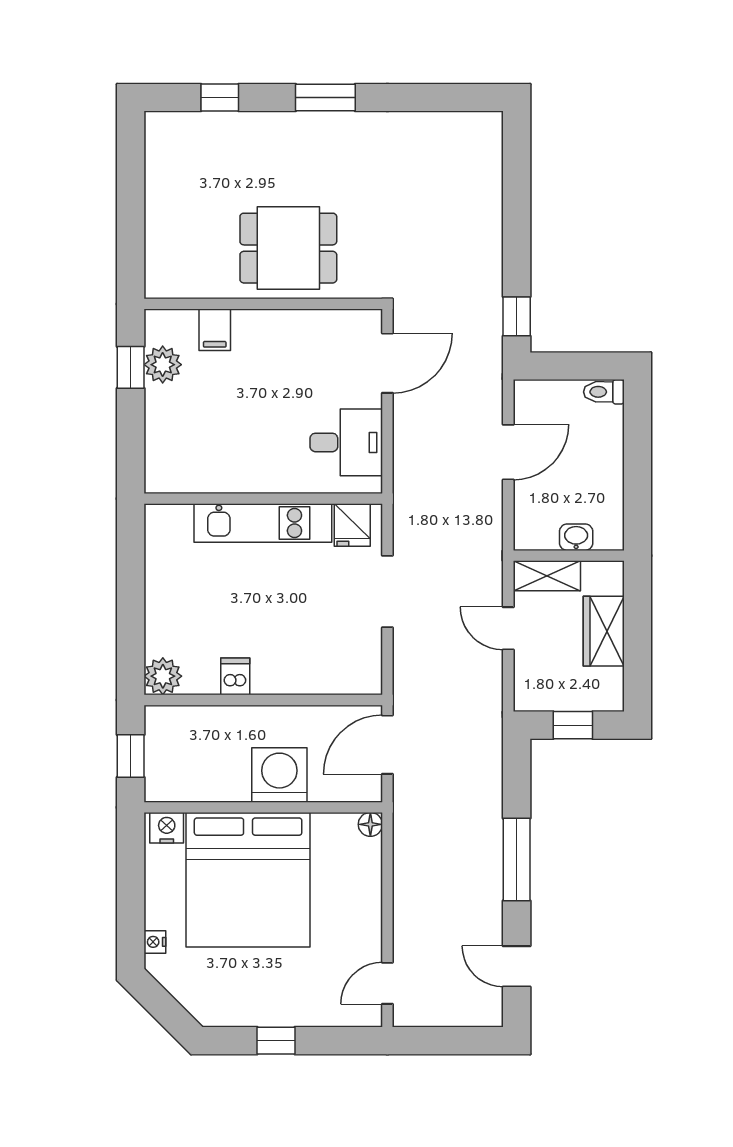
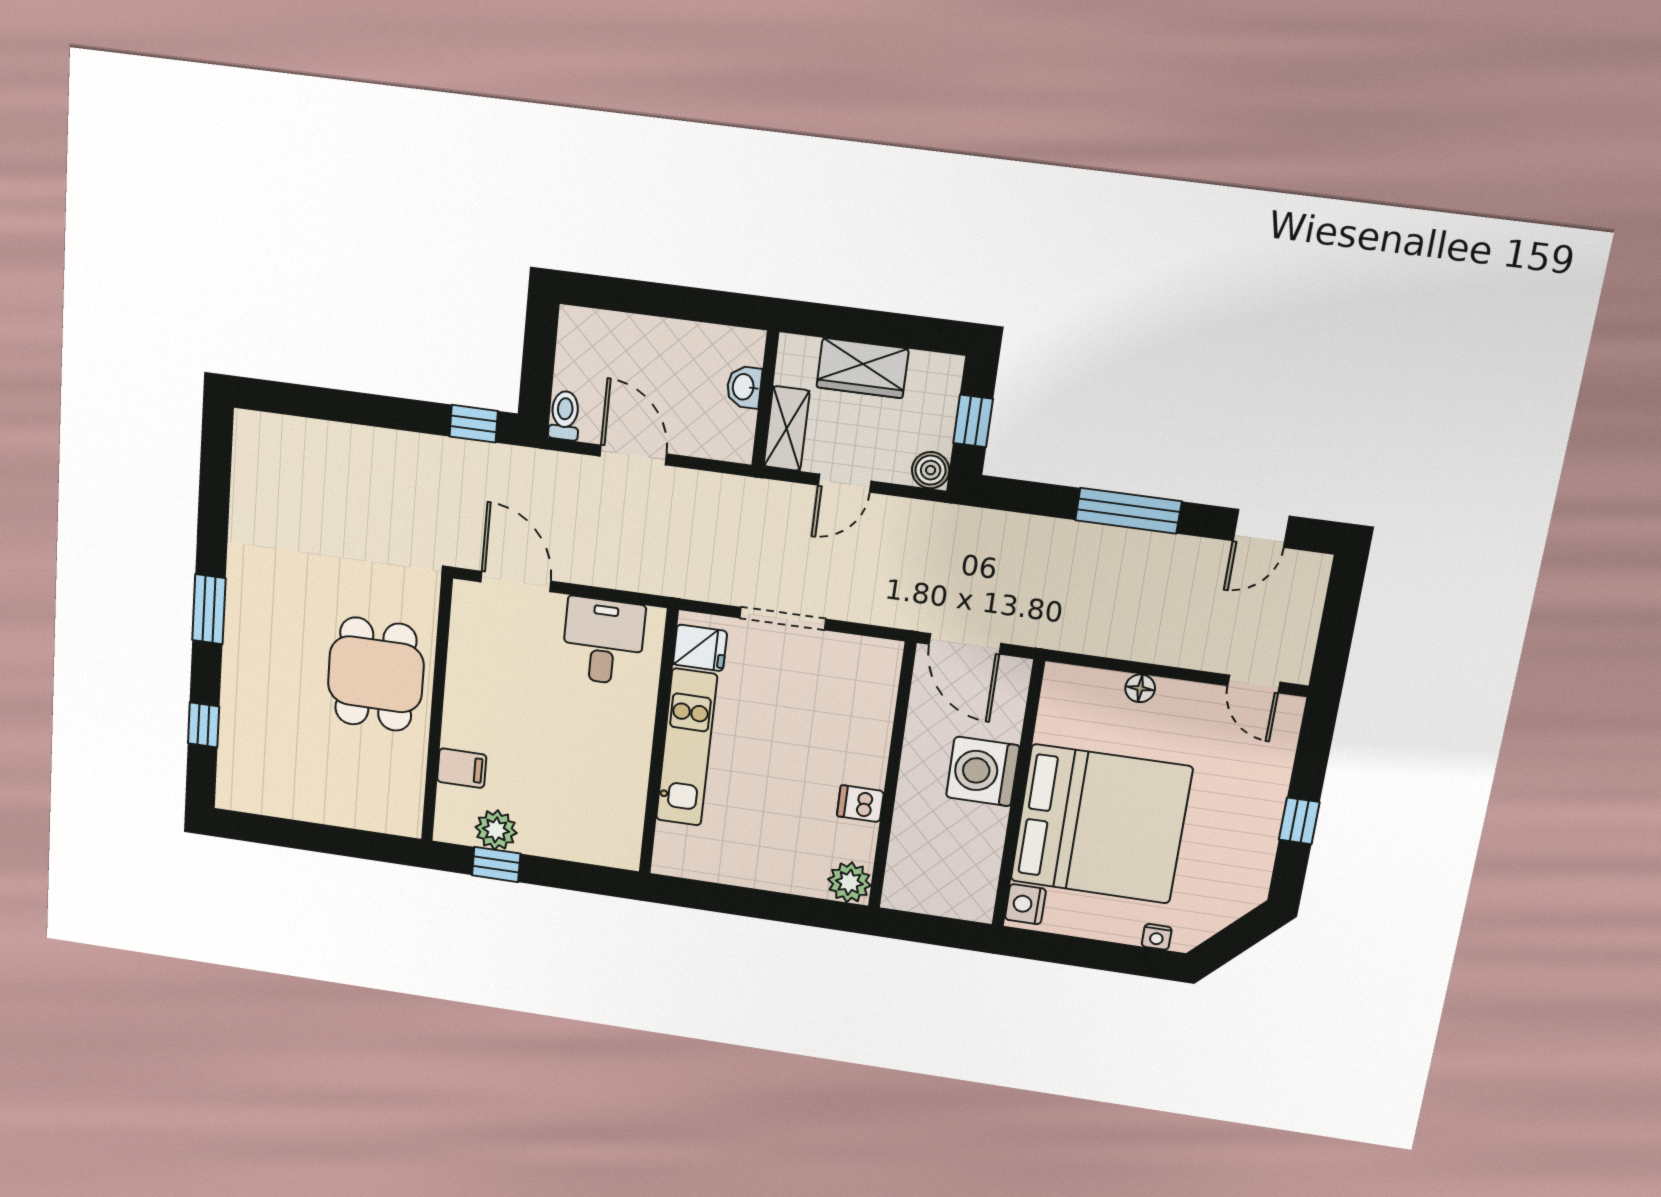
toilet: (604, 392) -> (565, 415), moved, turned 180
boiler: (528, 697) -> (931, 470), added
window: (131, 756) -> (936, 930), removed
floor lamp: (370, 824) -> (1140, 688), moved

